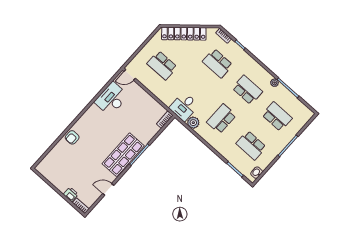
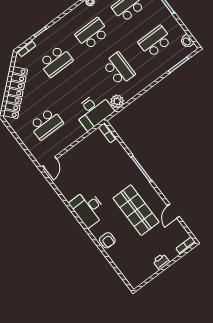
desk: (111, 99) -> (88, 208), moved
desk: (184, 107) -> (93, 111), width x1.37
school desk: (221, 119) -> (119, 69), turned 180
school desk: (251, 145) -> (155, 41), turned 180
shop shelf: (123, 155) -> (136, 210), moved
printer: (71, 194) -> (161, 262), moved

